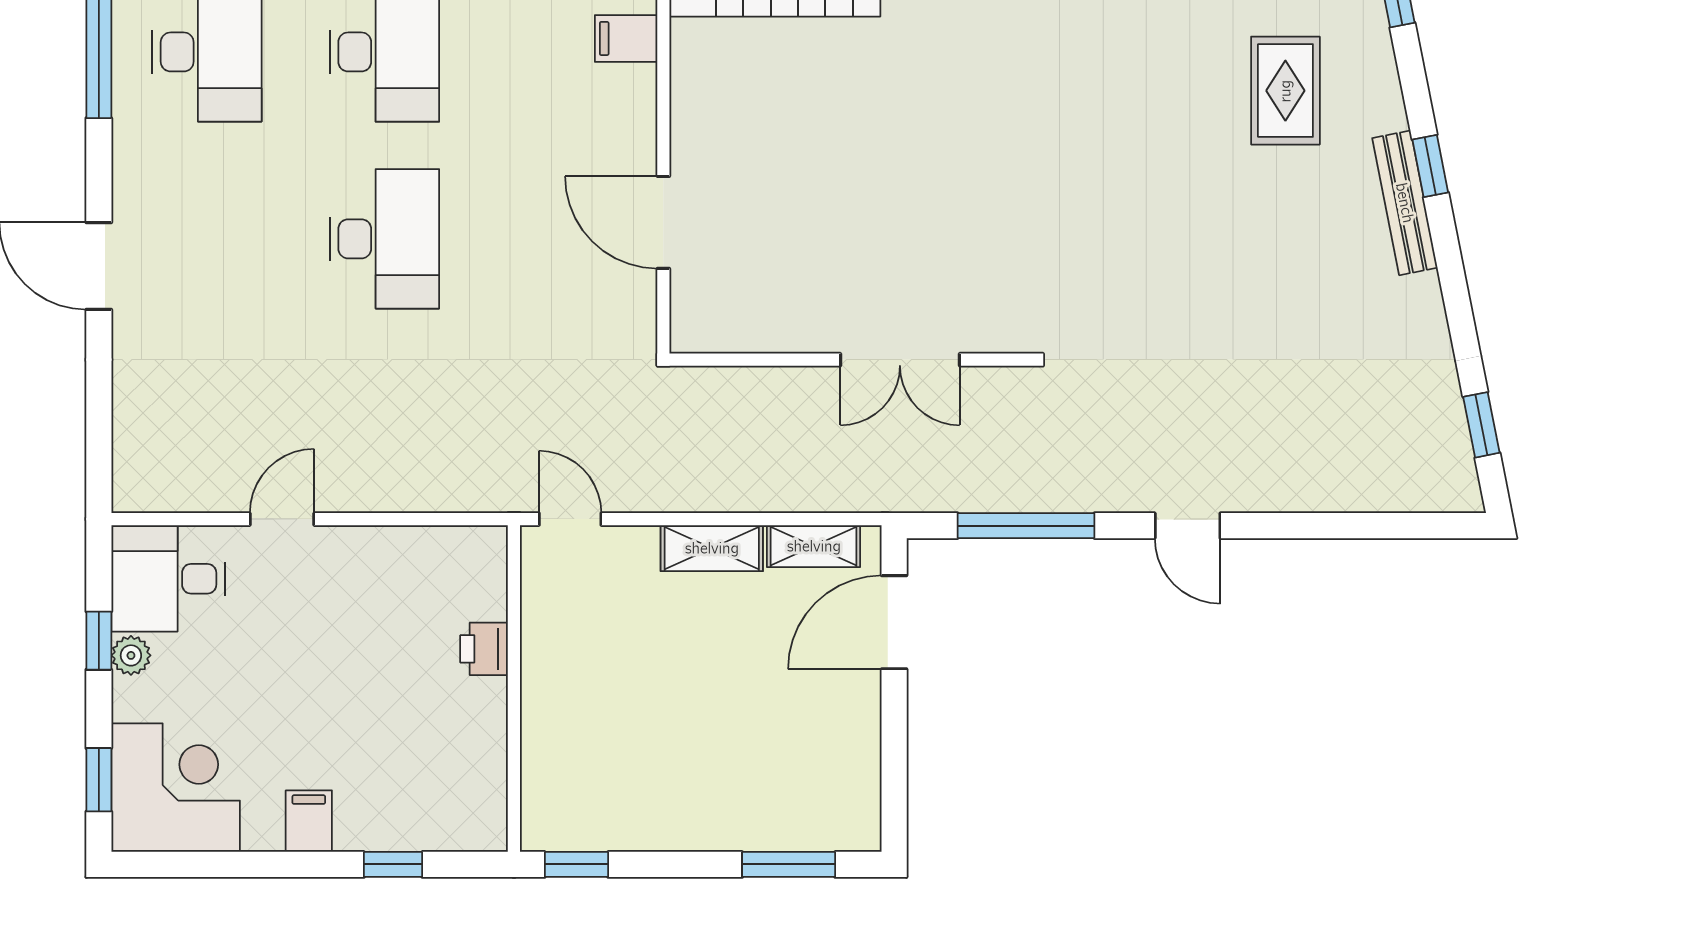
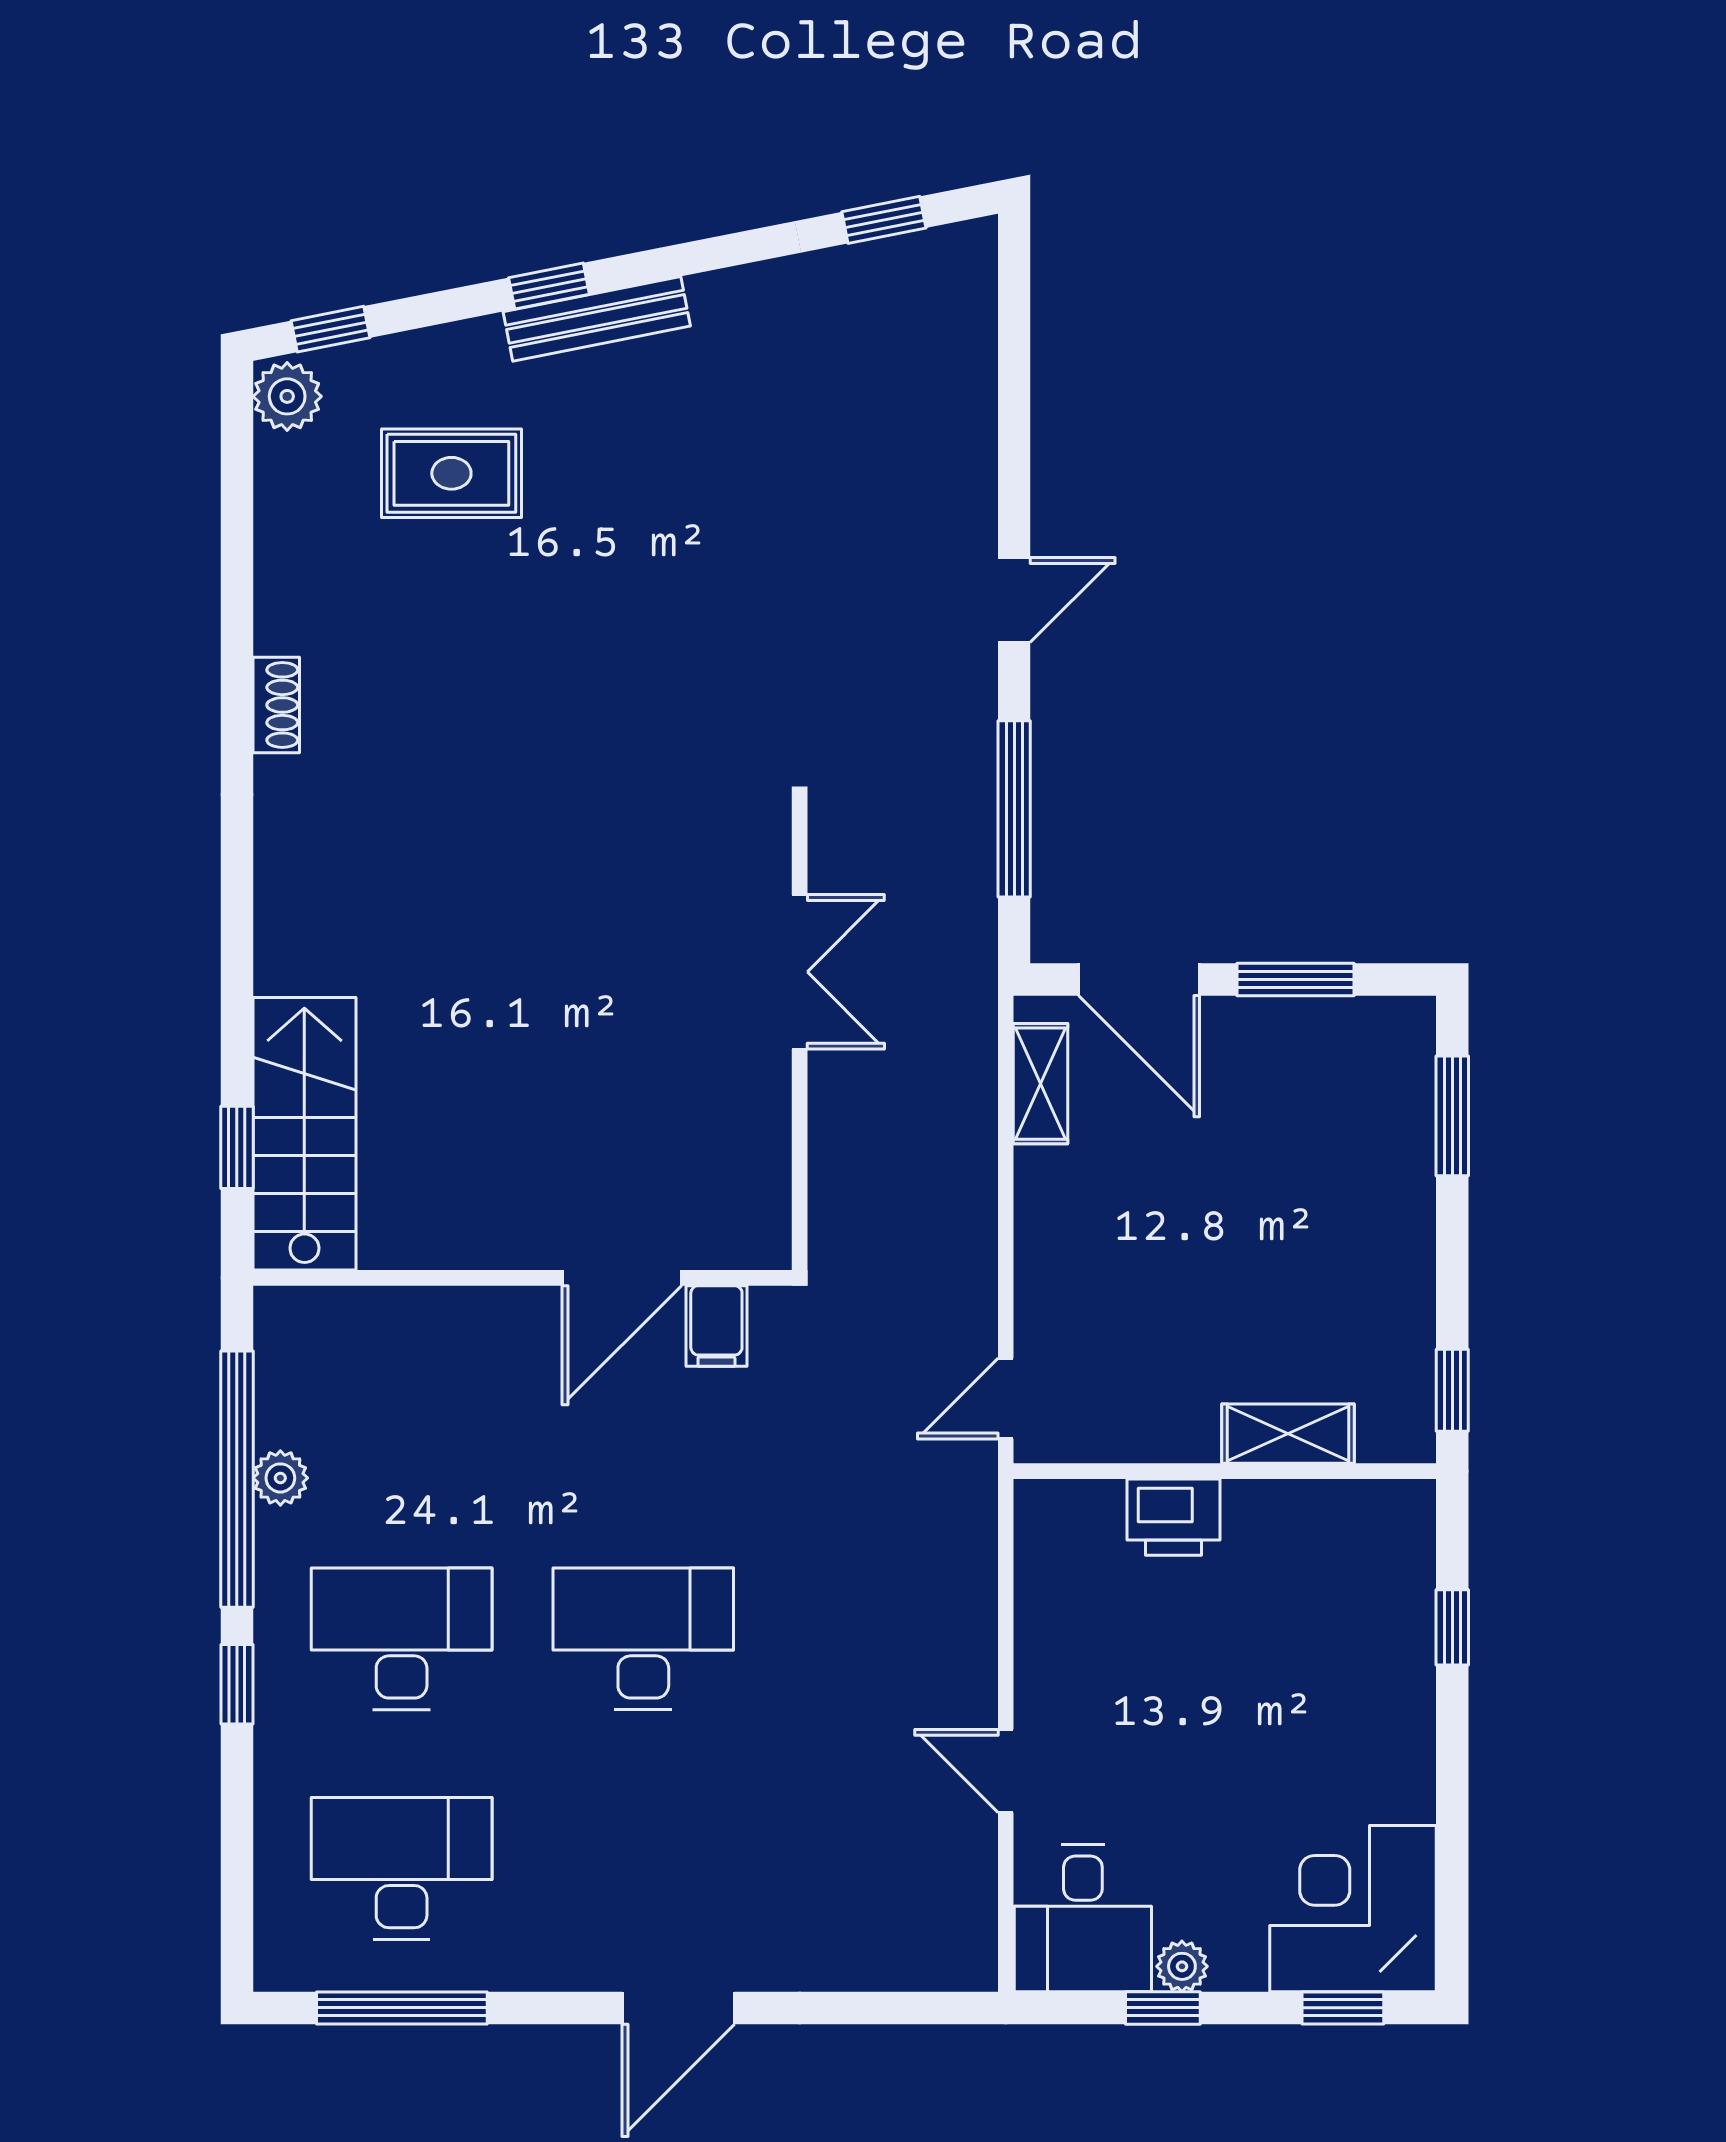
filing cabinet: (626, 38) -> (716, 1326), moved
shelving: (712, 548) -> (1288, 1434), moved, turned 90
printer: (484, 649) -> (1174, 1517), width x1.36, depth x1.24
window: (894, 743) -> (1296, 979), added
filing cabinet: (309, 821) -> (1396, 1736), removed

